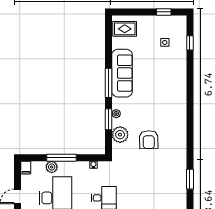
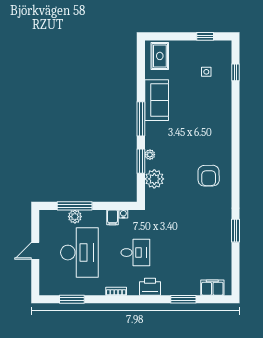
rug: (125, 29) -> (160, 56), turned 90
sofa: (122, 73) -> (157, 100), width x0.73
armchair: (149, 140) -> (209, 176), moved
window: (62, 158) -> (75, 206), moved
filing cabinet: (26, 168) -> (113, 217), moved

